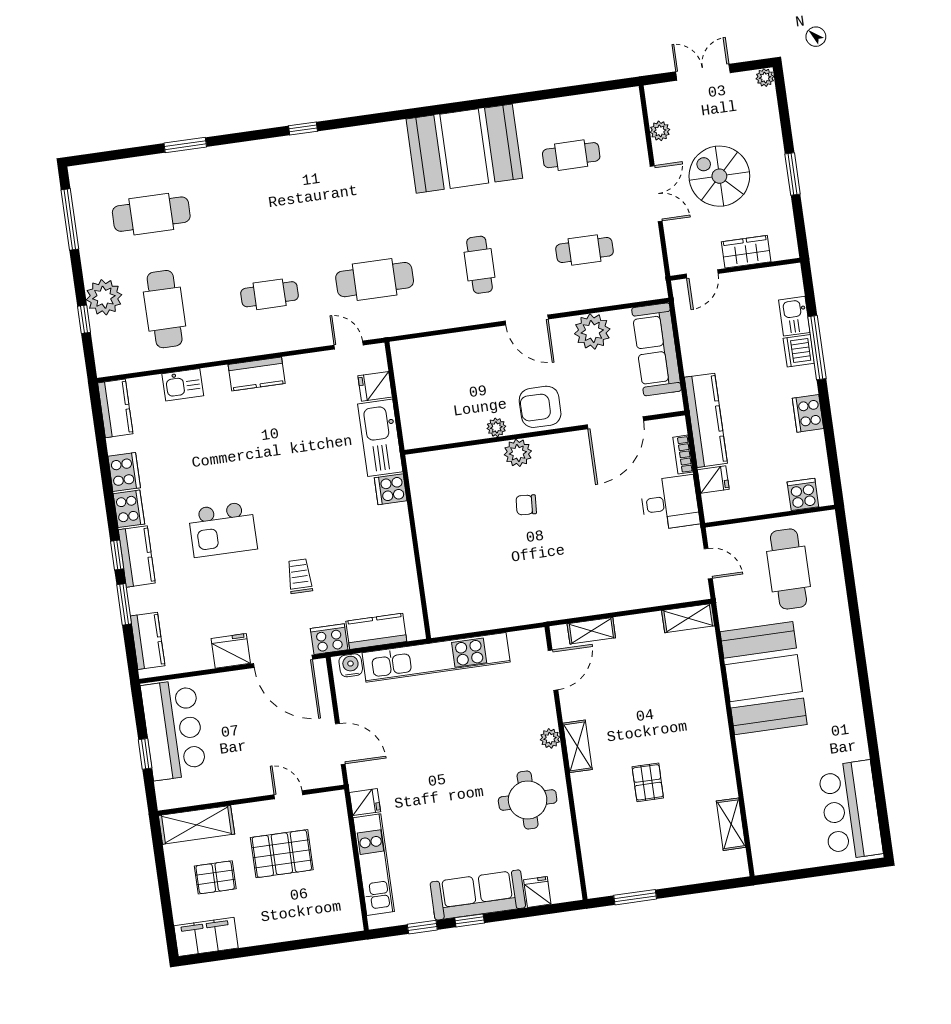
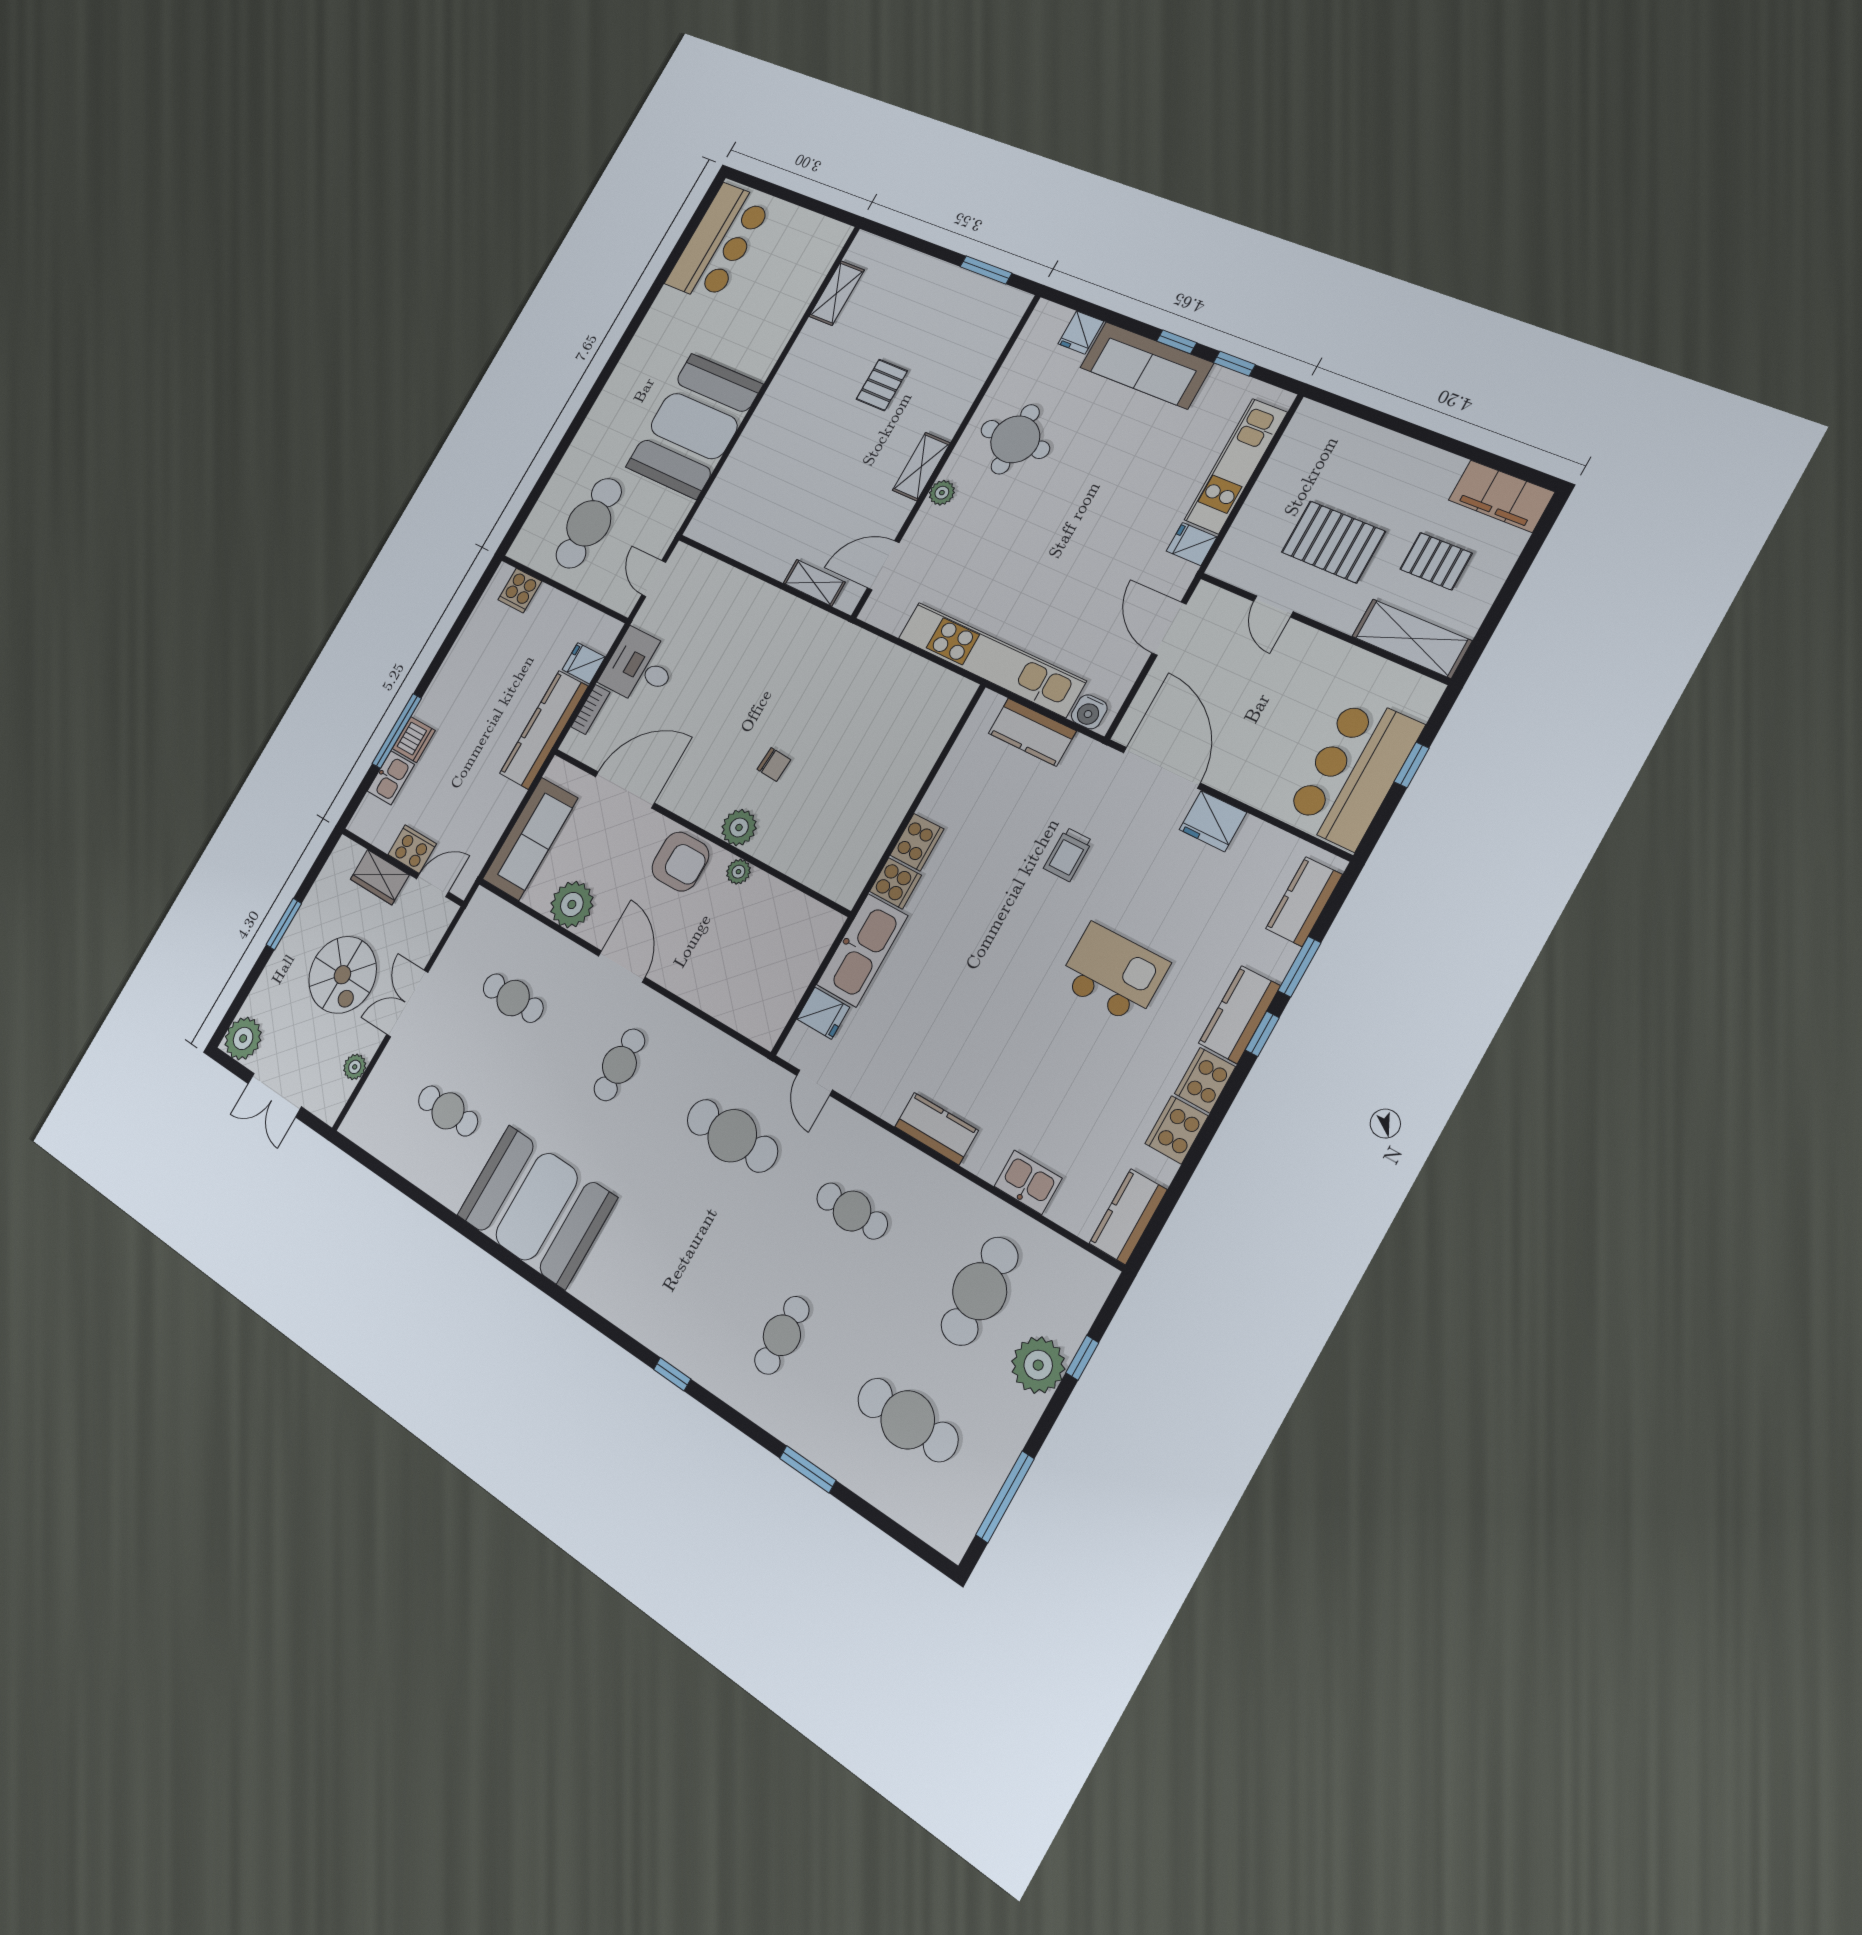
plant: (765, 78) -> (243, 1038), width x1.88, depth x1.88
cafe table: (256, 199) -> (782, 1335), added
cooker: (808, 413) -> (412, 849), moved, turned -90
shelving: (688, 618) -> (714, 534), removed
cooker: (329, 639) -> (917, 842), moved, turned -90

